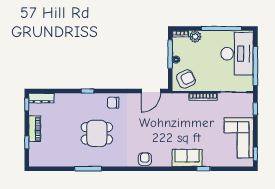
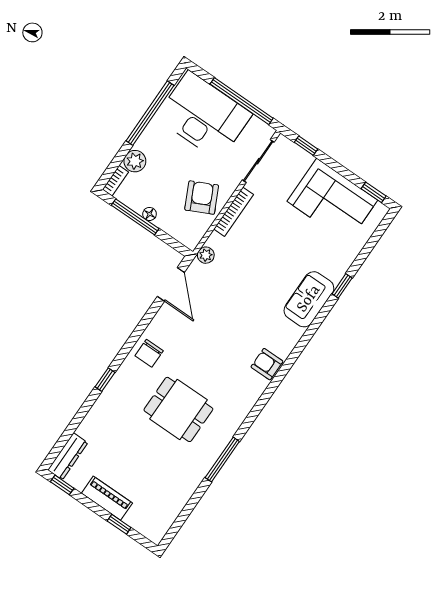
armchair: (186, 79) -> (202, 198), moved
plant: (175, 98) -> (206, 255), added
dining table: (97, 133) -> (178, 409), turned 90

